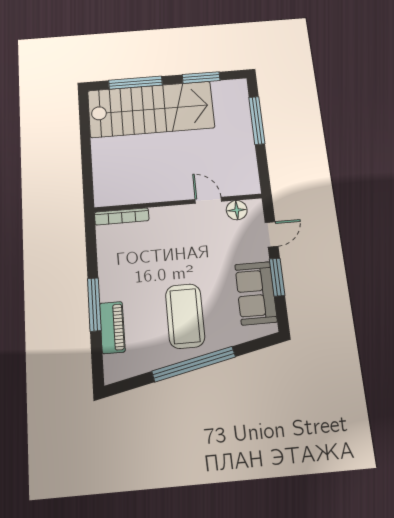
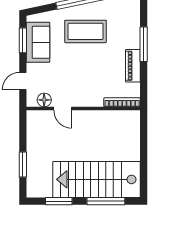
window: (257, 120) -> (23, 164), width x0.69
window: (277, 277) -> (23, 40), moved
coffee table: (185, 316) -> (85, 31), turned 90
piano: (112, 328) -> (133, 66), moved

